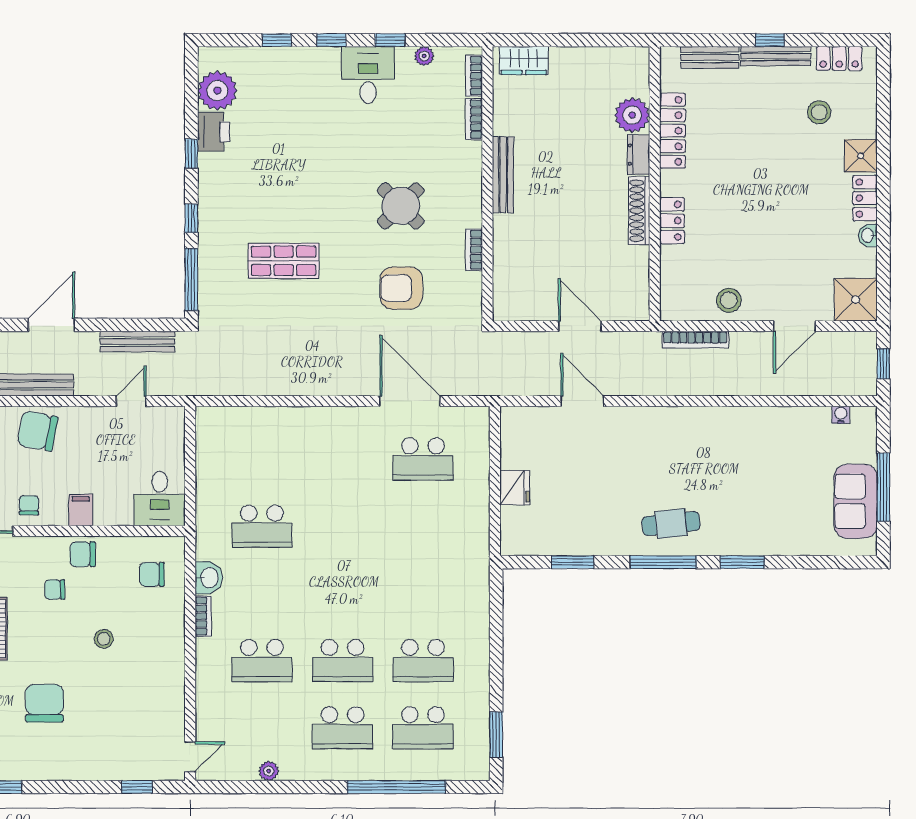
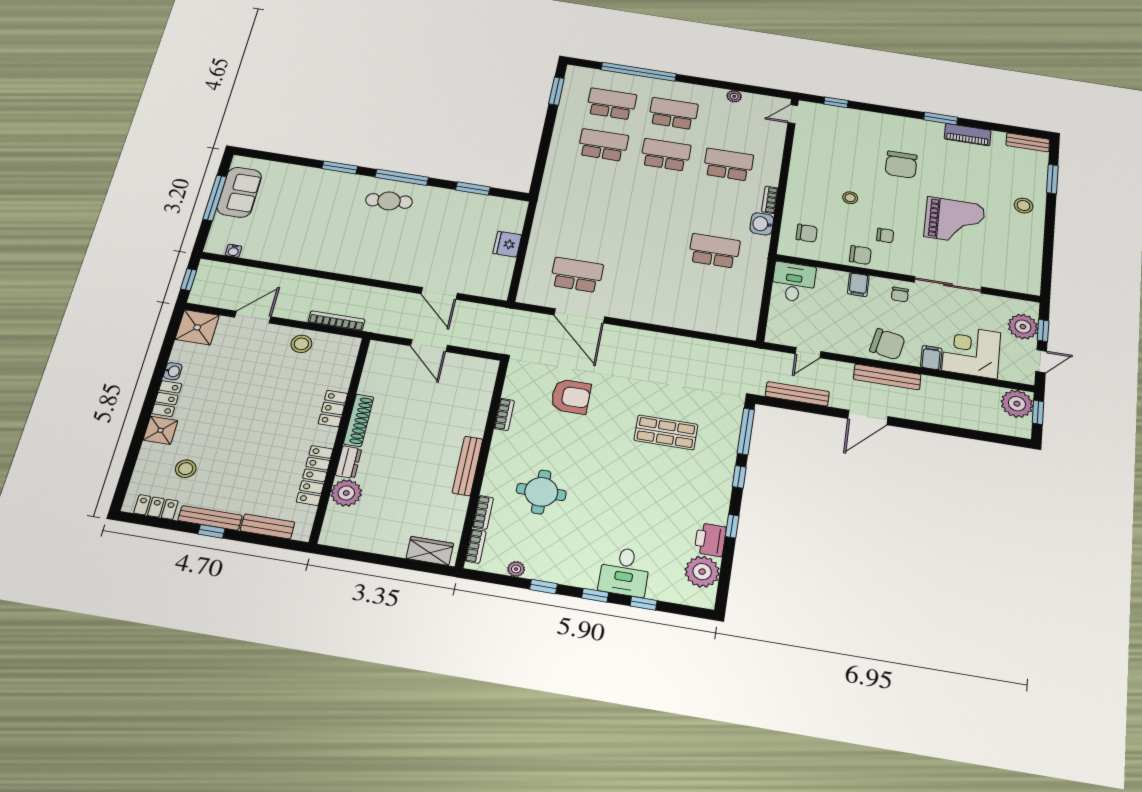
desk: (368, 75) -> (625, 572), moved
round table: (401, 206) -> (541, 492), moved, turned 45

